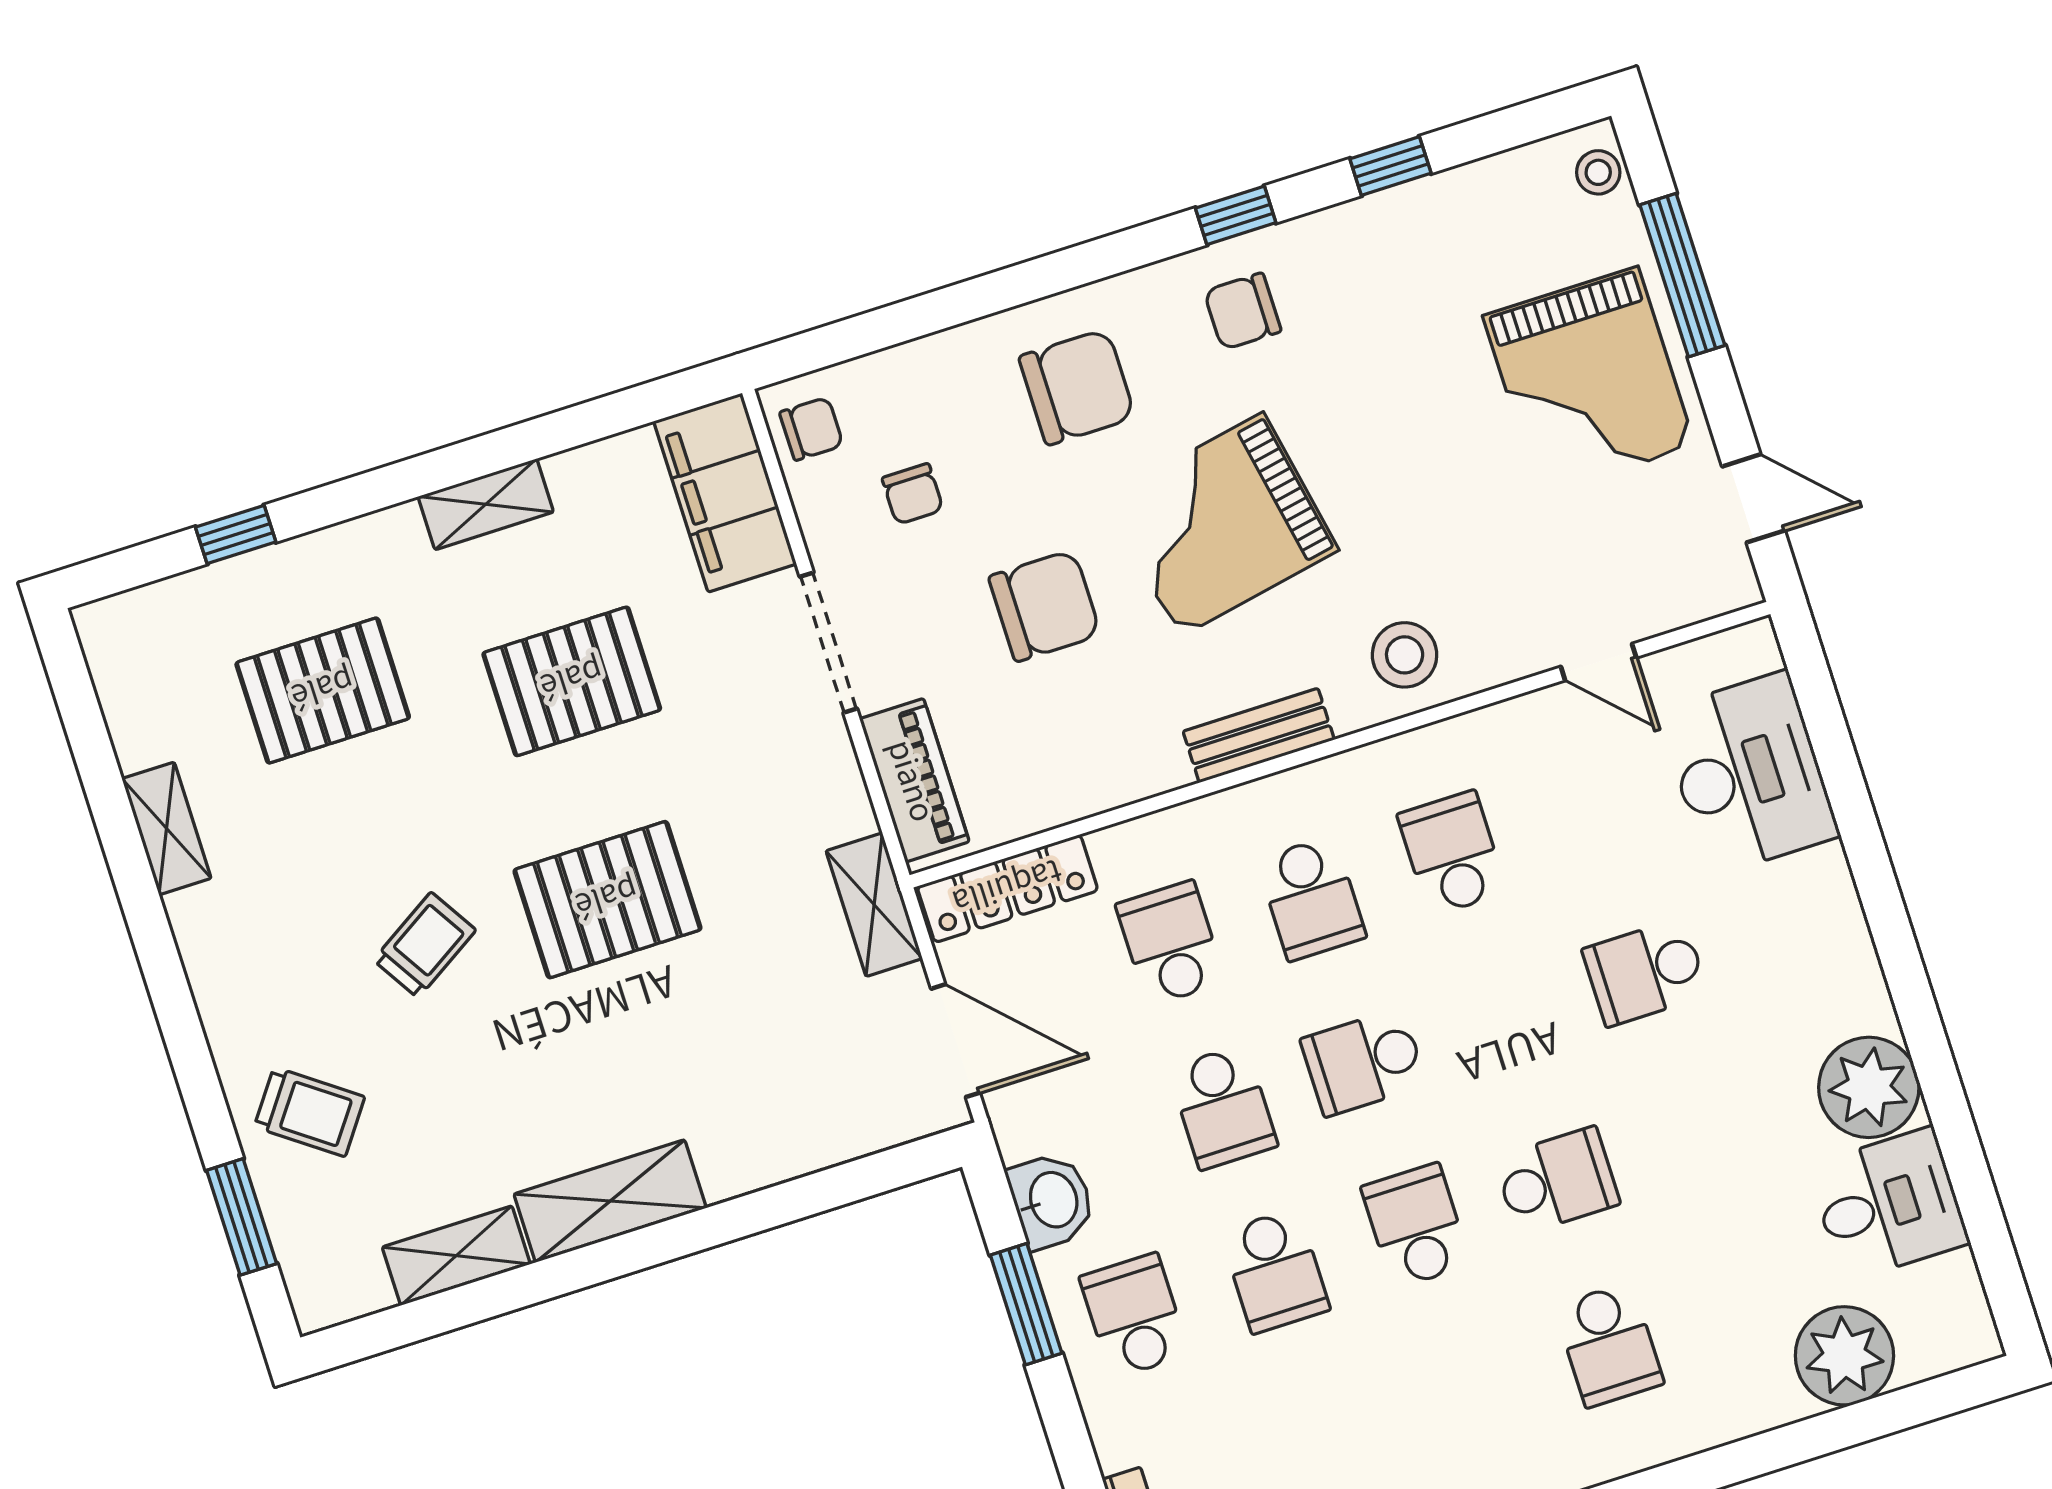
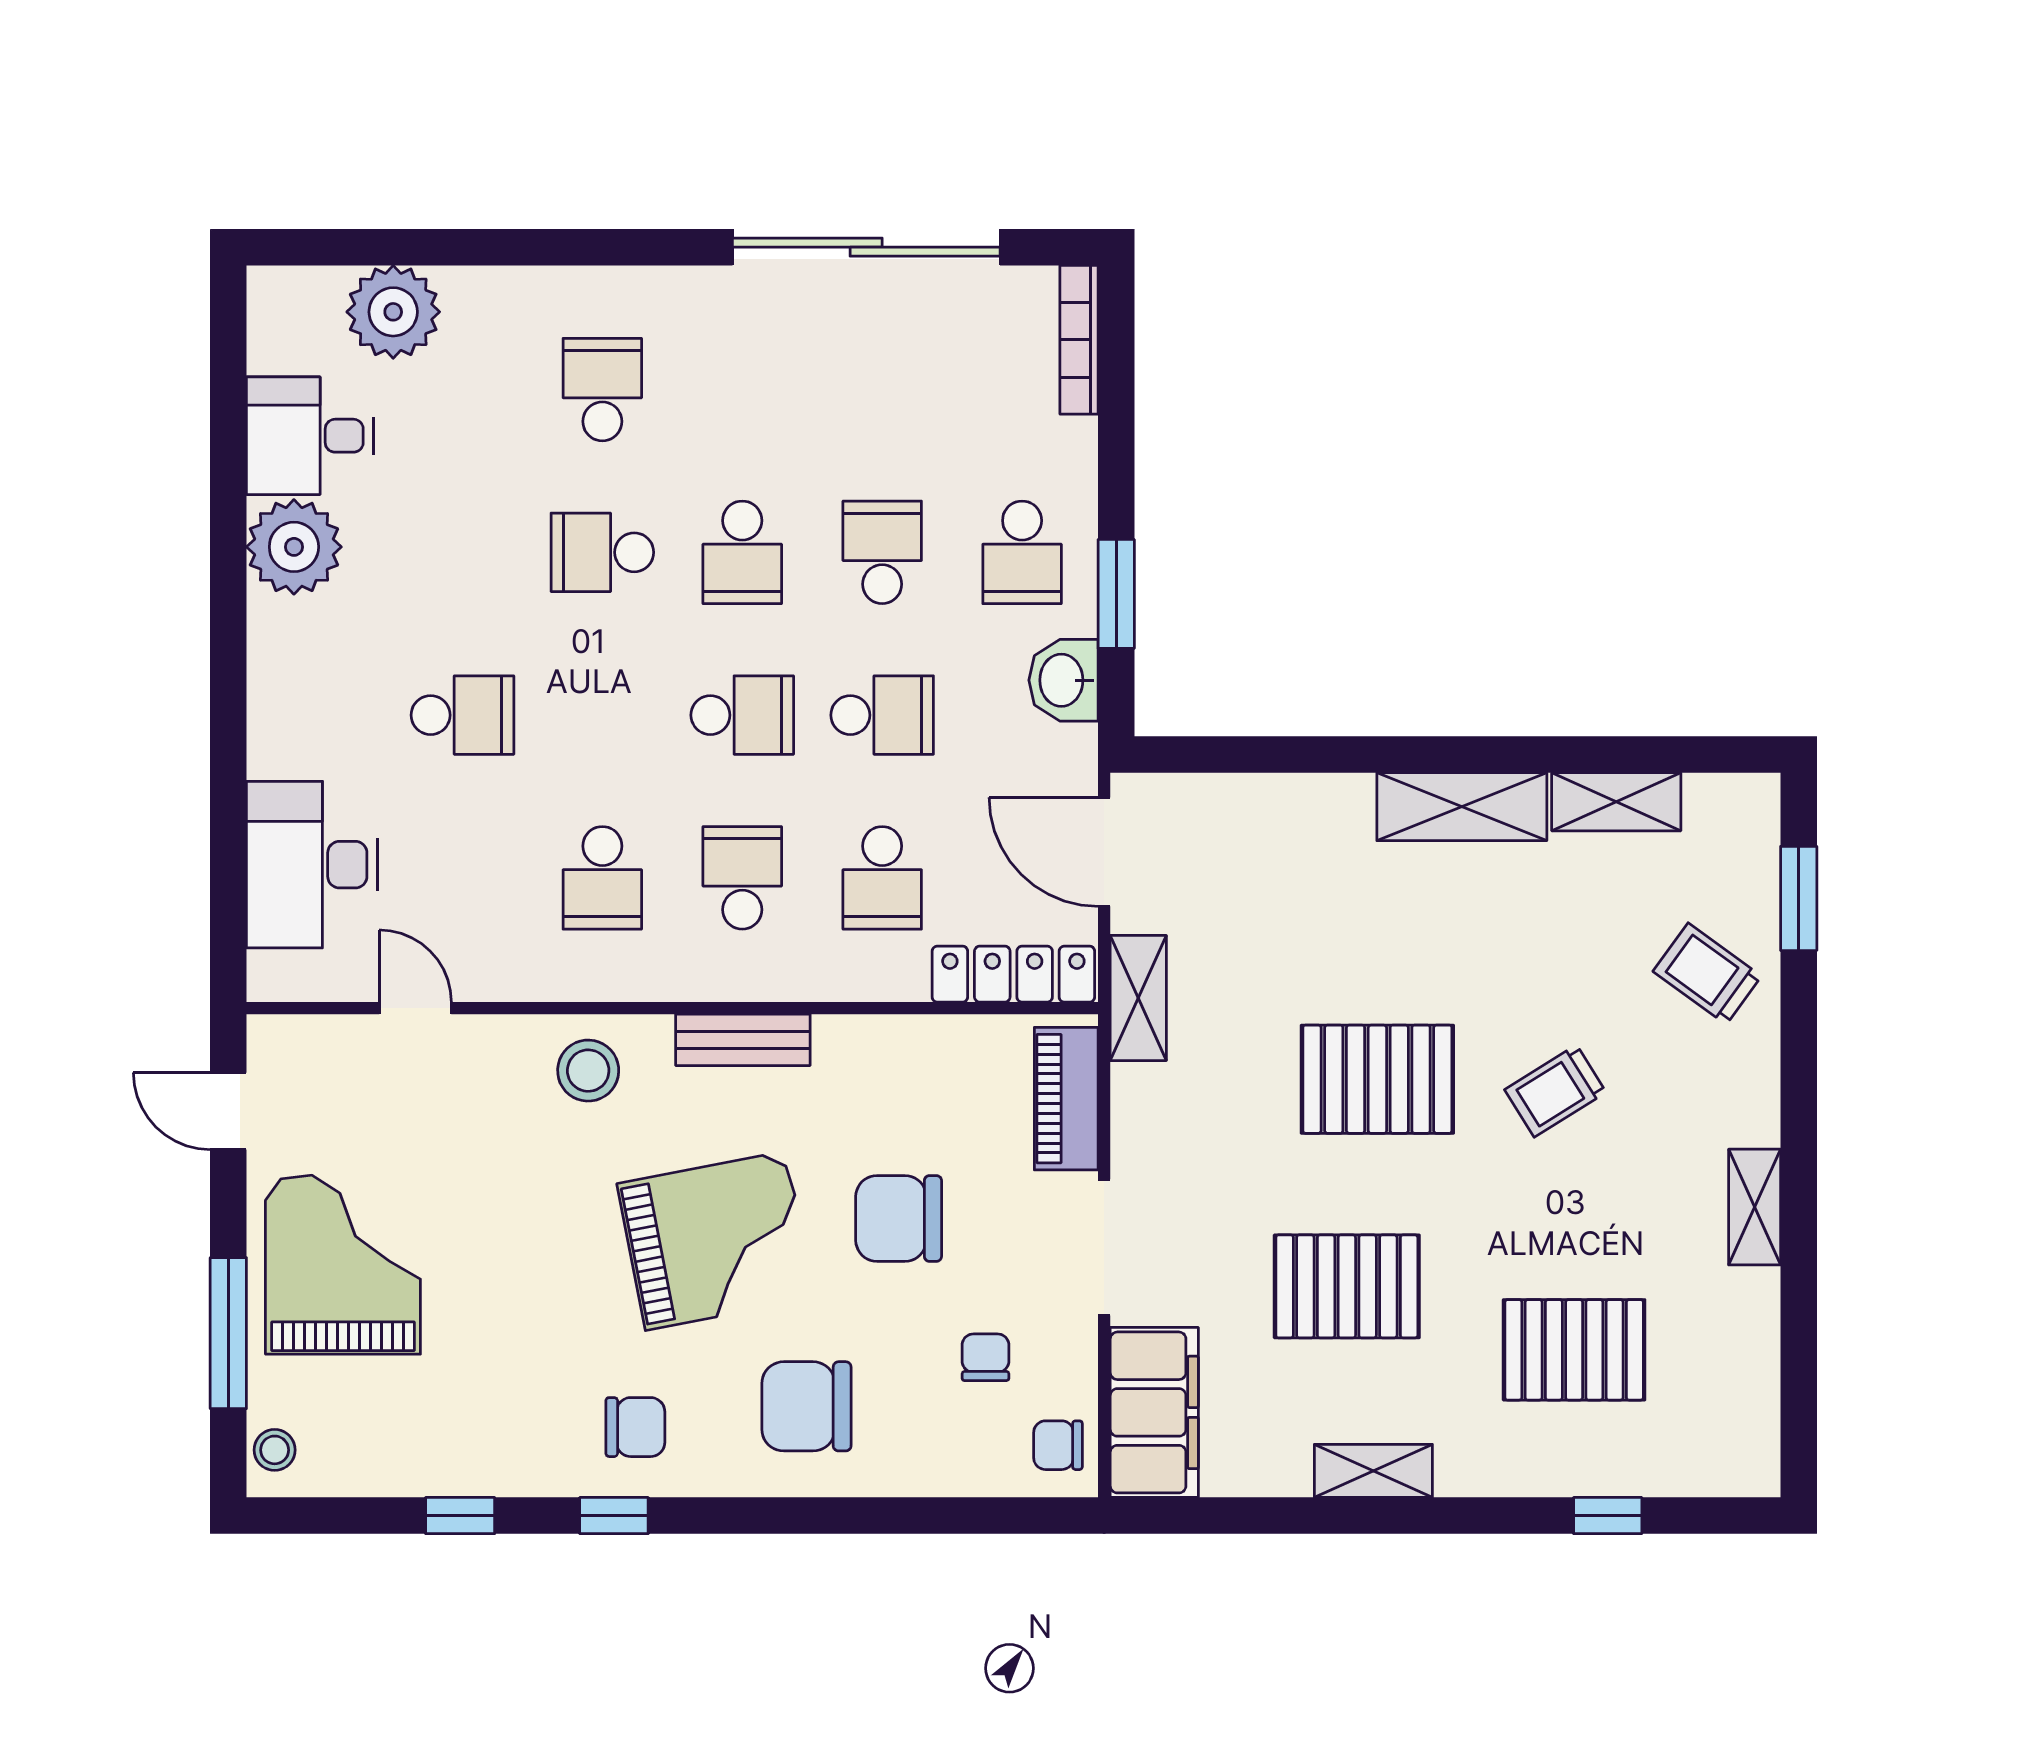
shelving: (167, 828) -> (1755, 1207), moved
school desk: (1223, 1107) -> (882, 715), turned 90

